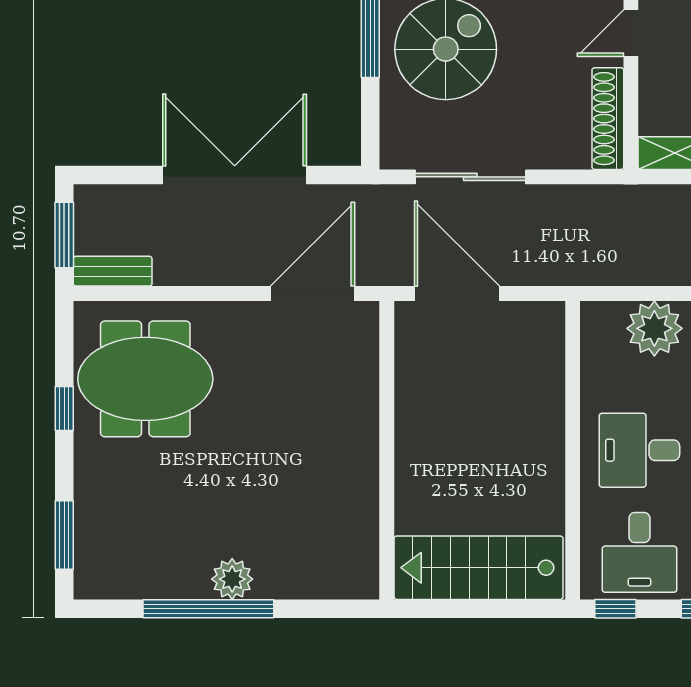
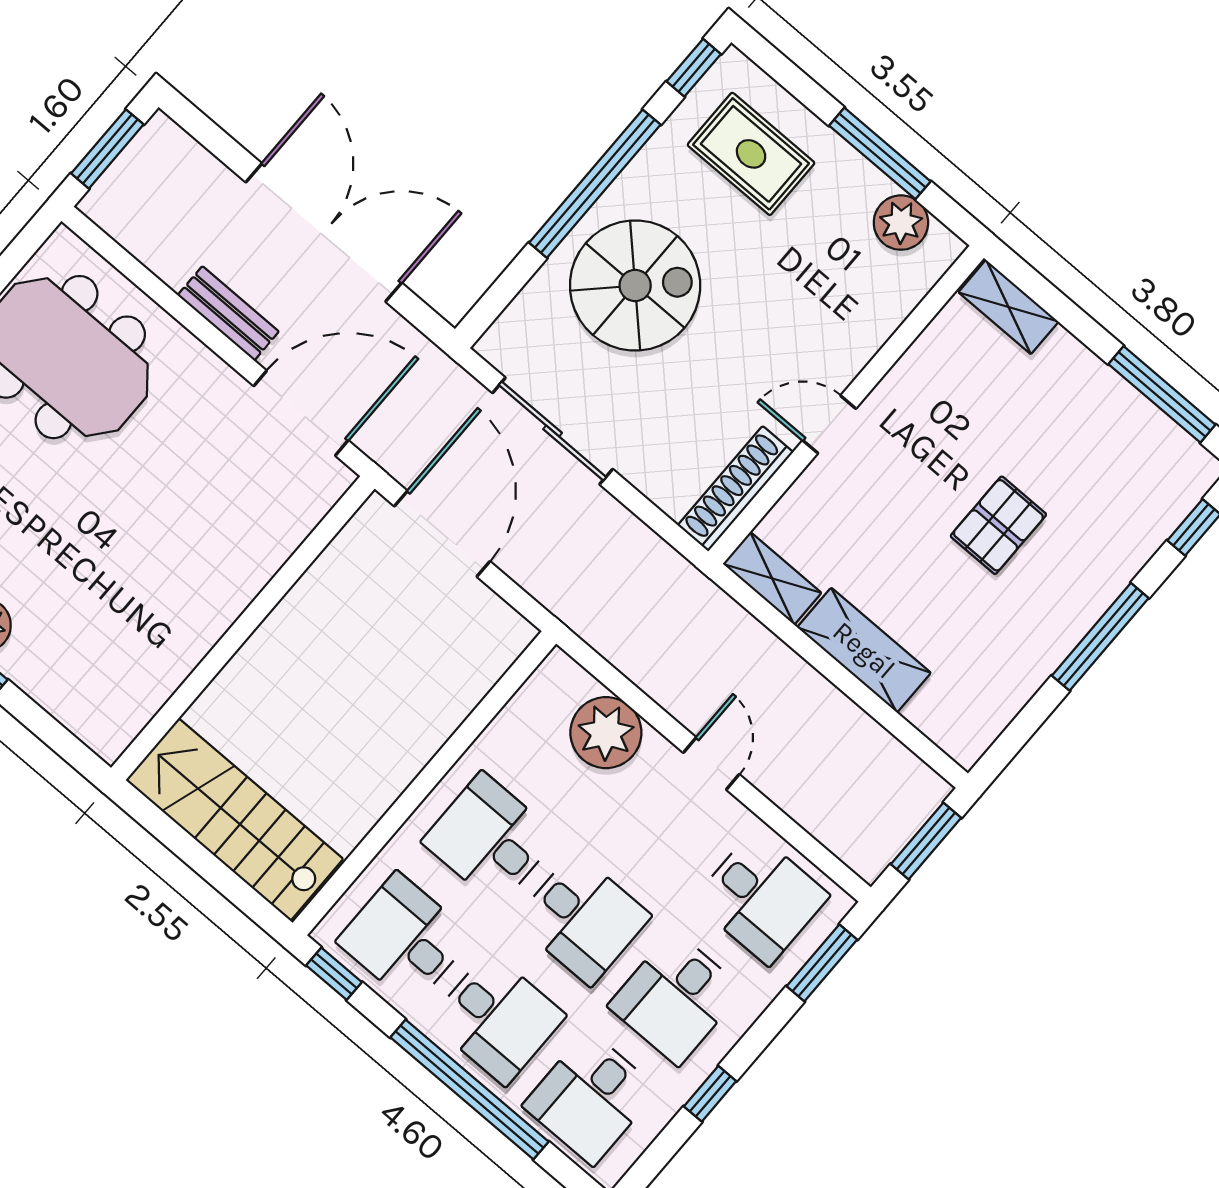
bench: (113, 271) -> (228, 313), moved
desk: (639, 552) -> (404, 939), turned 90

